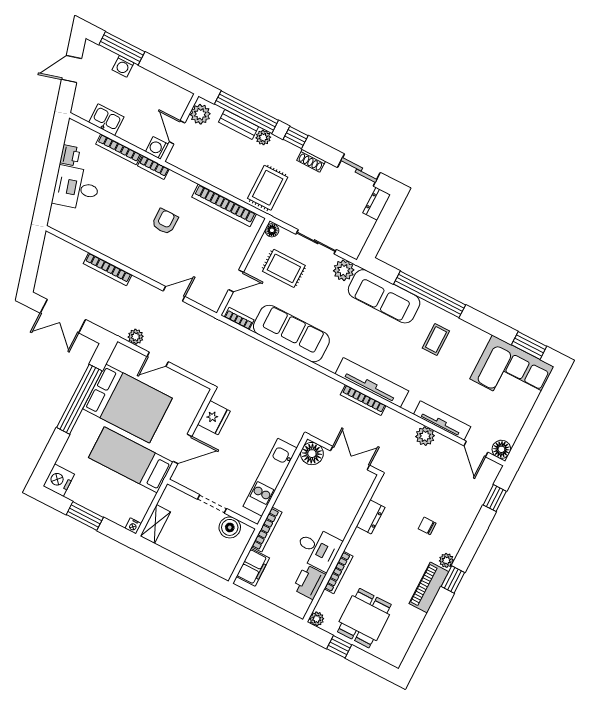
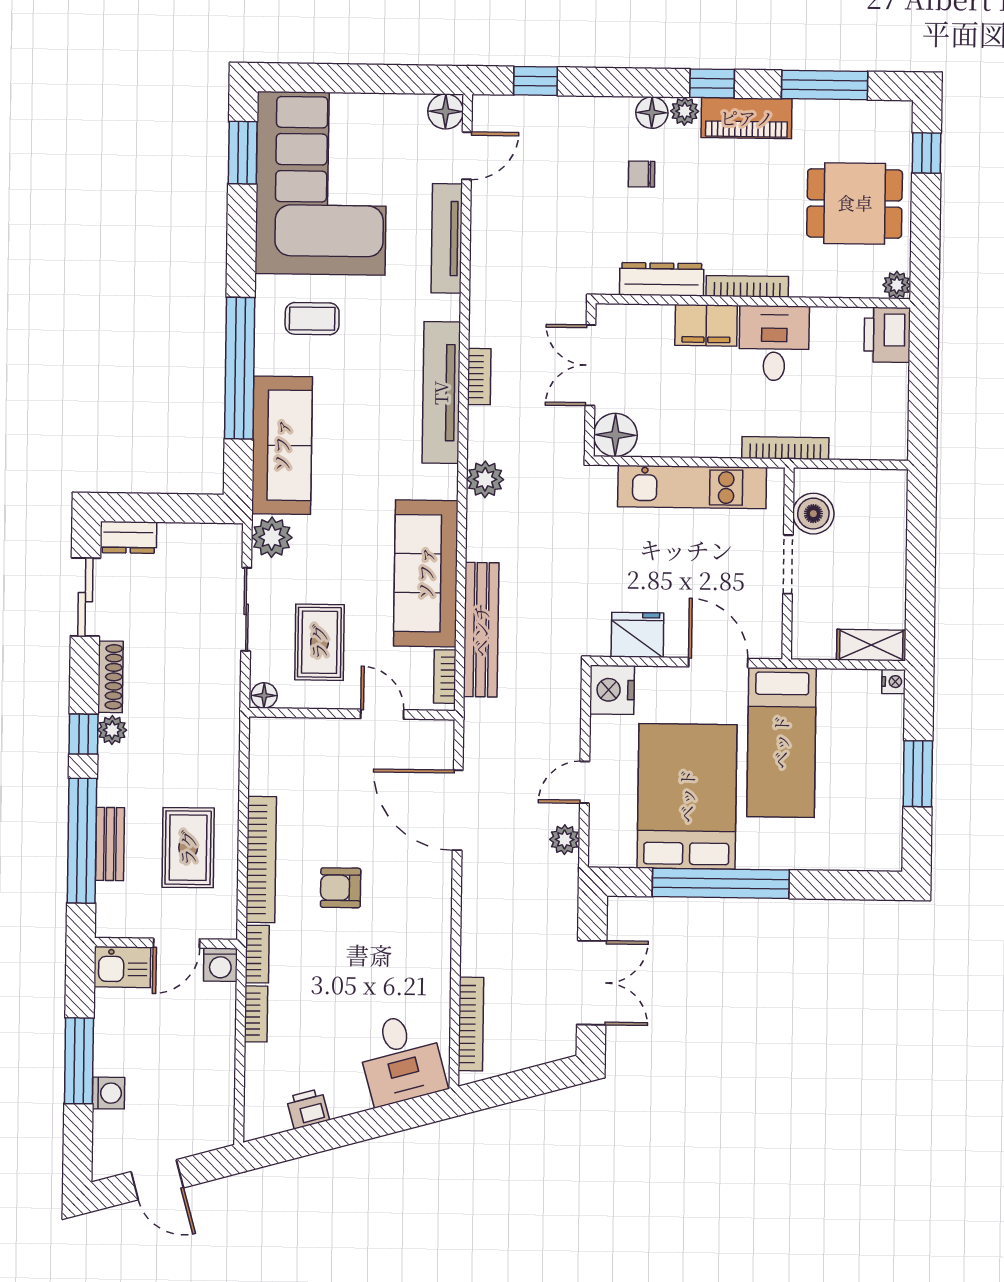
window: (122, 48) -> (79, 1061), moved
plant: (200, 114) -> (125, 919), removed
kitchen sink: (106, 120) -> (122, 967), moved, turned -90
plant: (263, 138) -> (112, 730), moved
bookcase: (119, 149) -> (256, 1014), width x0.64
shoe rack: (311, 161) -> (111, 677), width x1.43
desk: (76, 188) -> (401, 1059), moved
rug: (268, 188) -> (188, 848), moved, turned 90
bookcase: (224, 205) -> (261, 859), moved
bookcase: (108, 269) -> (471, 1024), moved
door: (174, 294) -> (458, 810), width x1.88
bench: (252, 346) -> (481, 630), added
door: (158, 359) -> (585, 782), swing flipped
corner sofa: (512, 373) -> (321, 183), width x1.36, depth x1.36
bookcase: (363, 400) -> (479, 377), width x0.64
plant: (425, 436) -> (485, 479), moved
nightstand: (59, 480) -> (612, 690), moved, turned 90
dresser: (371, 517) -> (662, 279), width x1.44
chair: (427, 526) -> (642, 174), turned 90
floor lamp: (453, 545) -> (652, 113), added
filing cabinet: (253, 567) -> (706, 325), moved, turned 180
bookcase: (339, 572) -> (747, 286), moved
printer: (309, 582) -> (887, 335), moved, turned 90
window: (426, 632) -> (825, 85), added
window: (339, 647) -> (927, 153), moved

